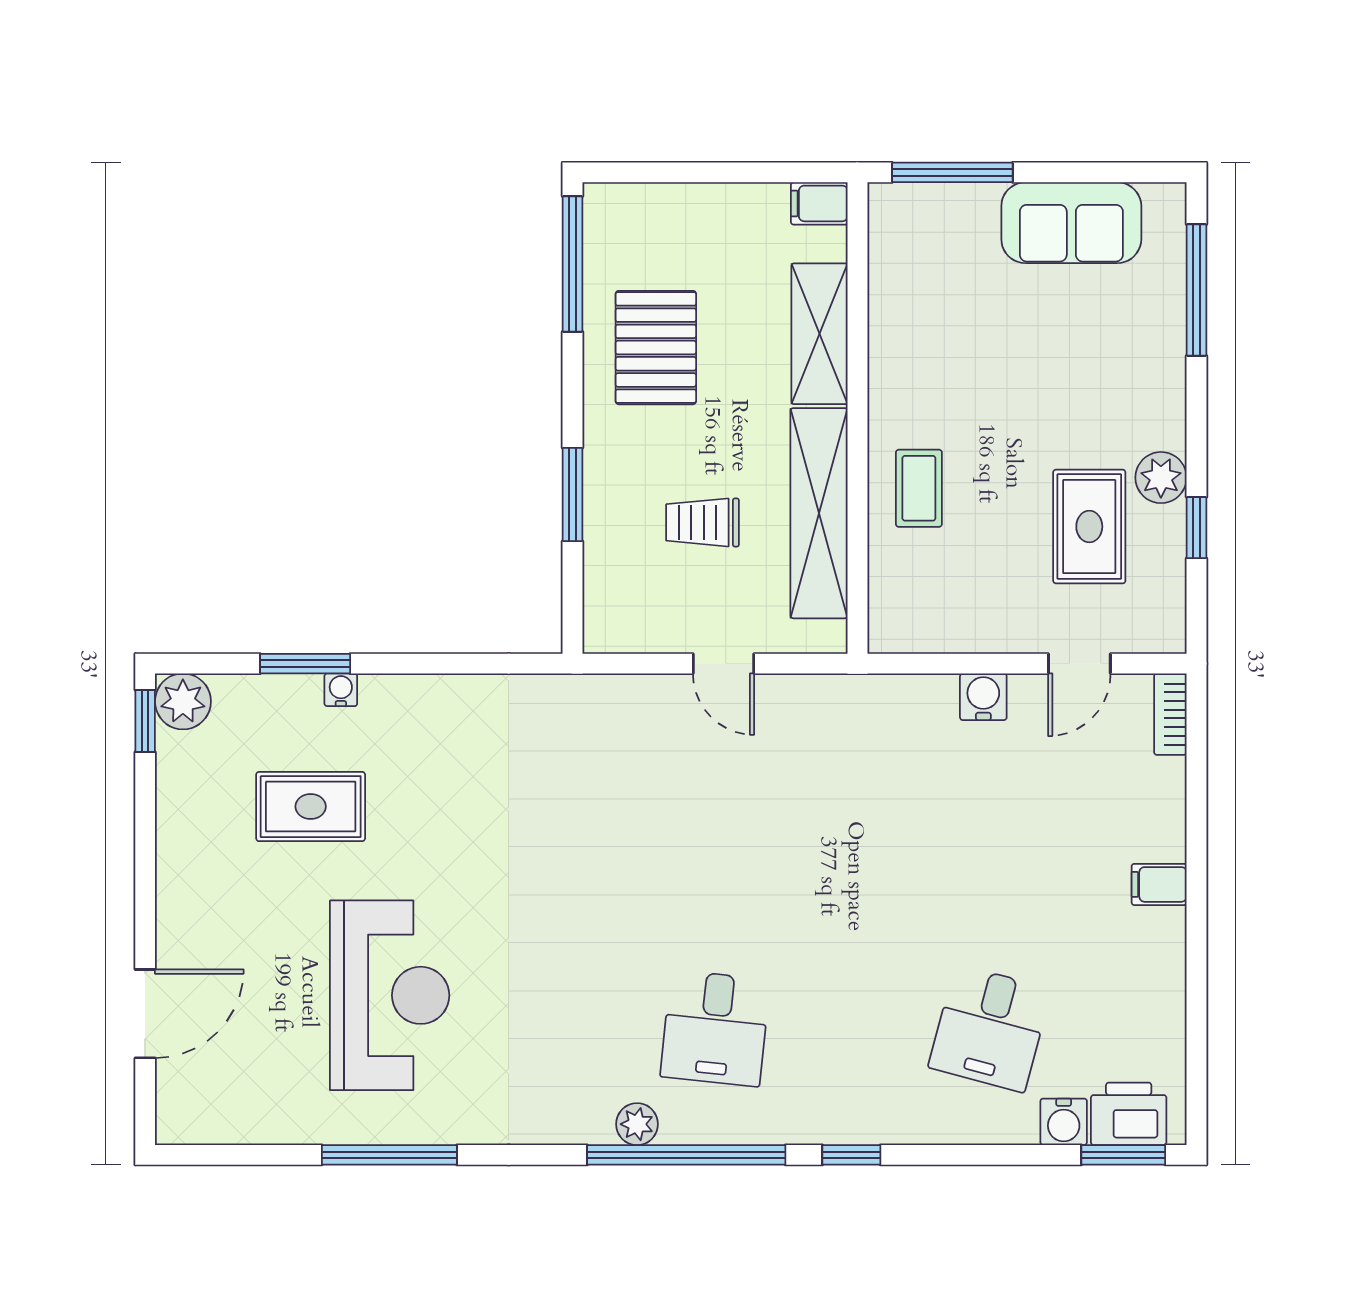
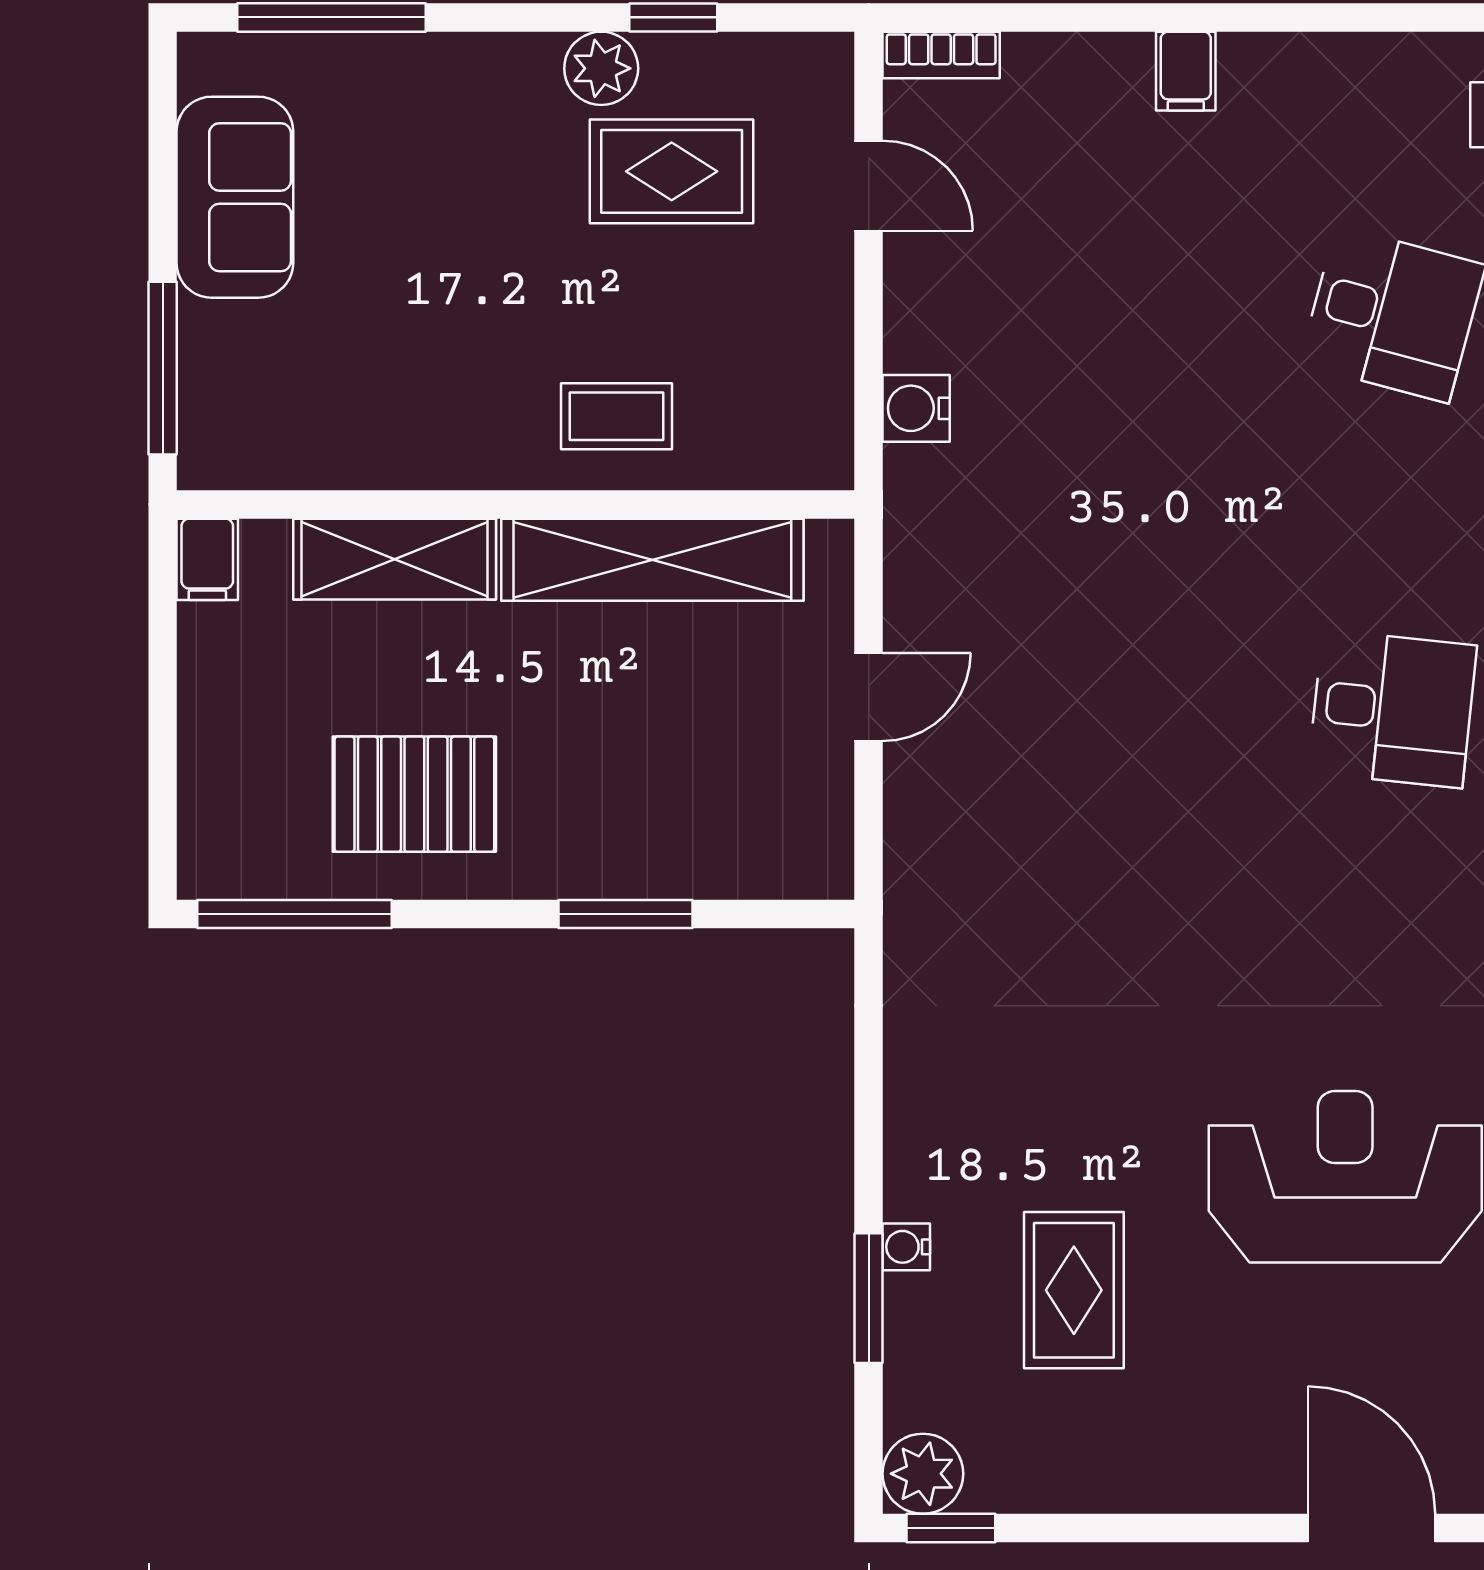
trolley: (702, 522) -> (666, 727), removed
water cooler: (983, 697) -> (916, 408), moved

